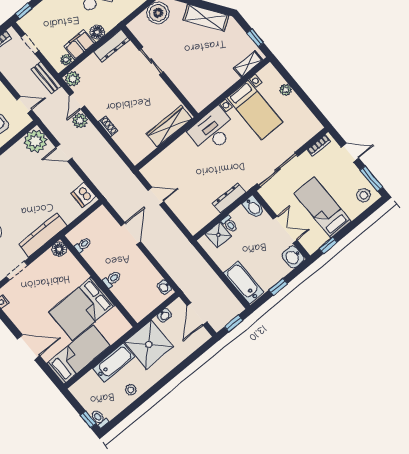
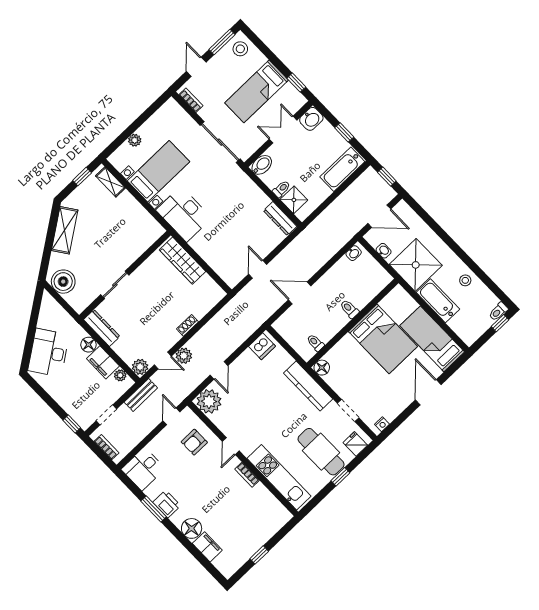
dresser: (229, 198) -> (280, 219), moved

